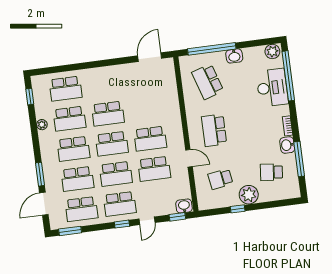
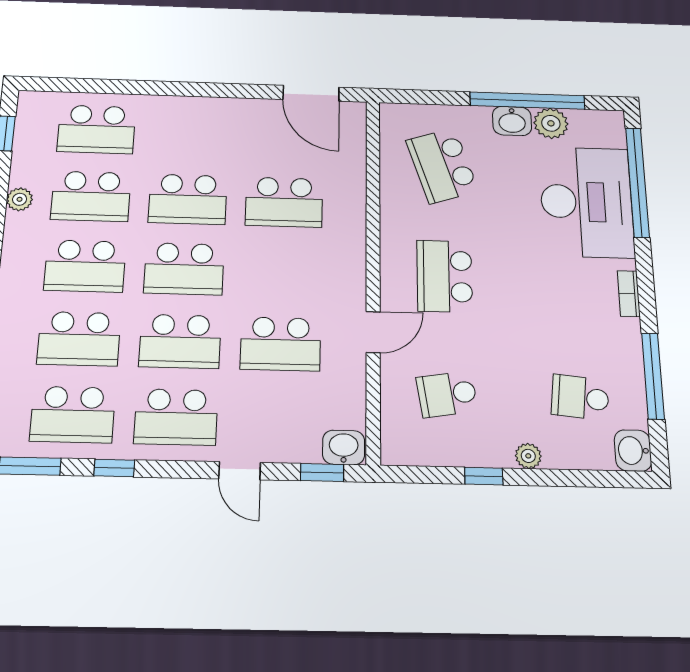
window: (212, 49) -> (527, 101), moved
plant: (272, 51) -> (551, 123), moved
door: (150, 57) -> (311, 93), swing flipped
desk: (272, 88) -> (586, 202), width x1.36, depth x1.30
school desk: (150, 139) -> (284, 202), moved
washbasin: (287, 145) -> (633, 451), moved
door: (189, 158) -> (373, 332), hinge flipped
plant: (249, 195) -> (528, 456), width x0.53, depth x0.53
door: (147, 221) -> (240, 471), hinge flipped
window: (122, 224) -> (114, 468), moved

